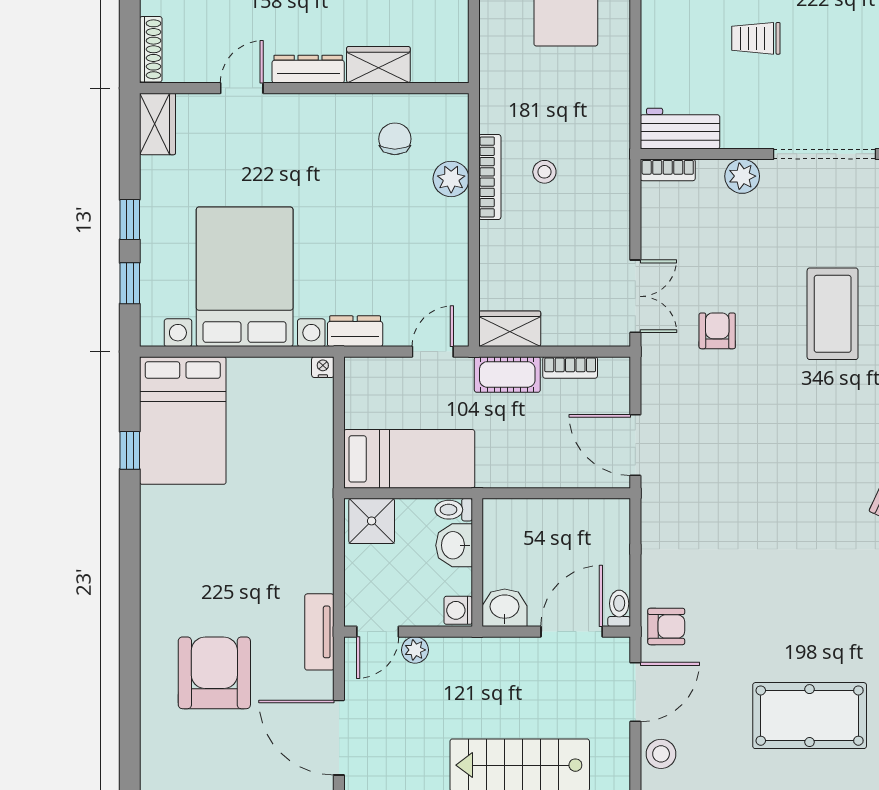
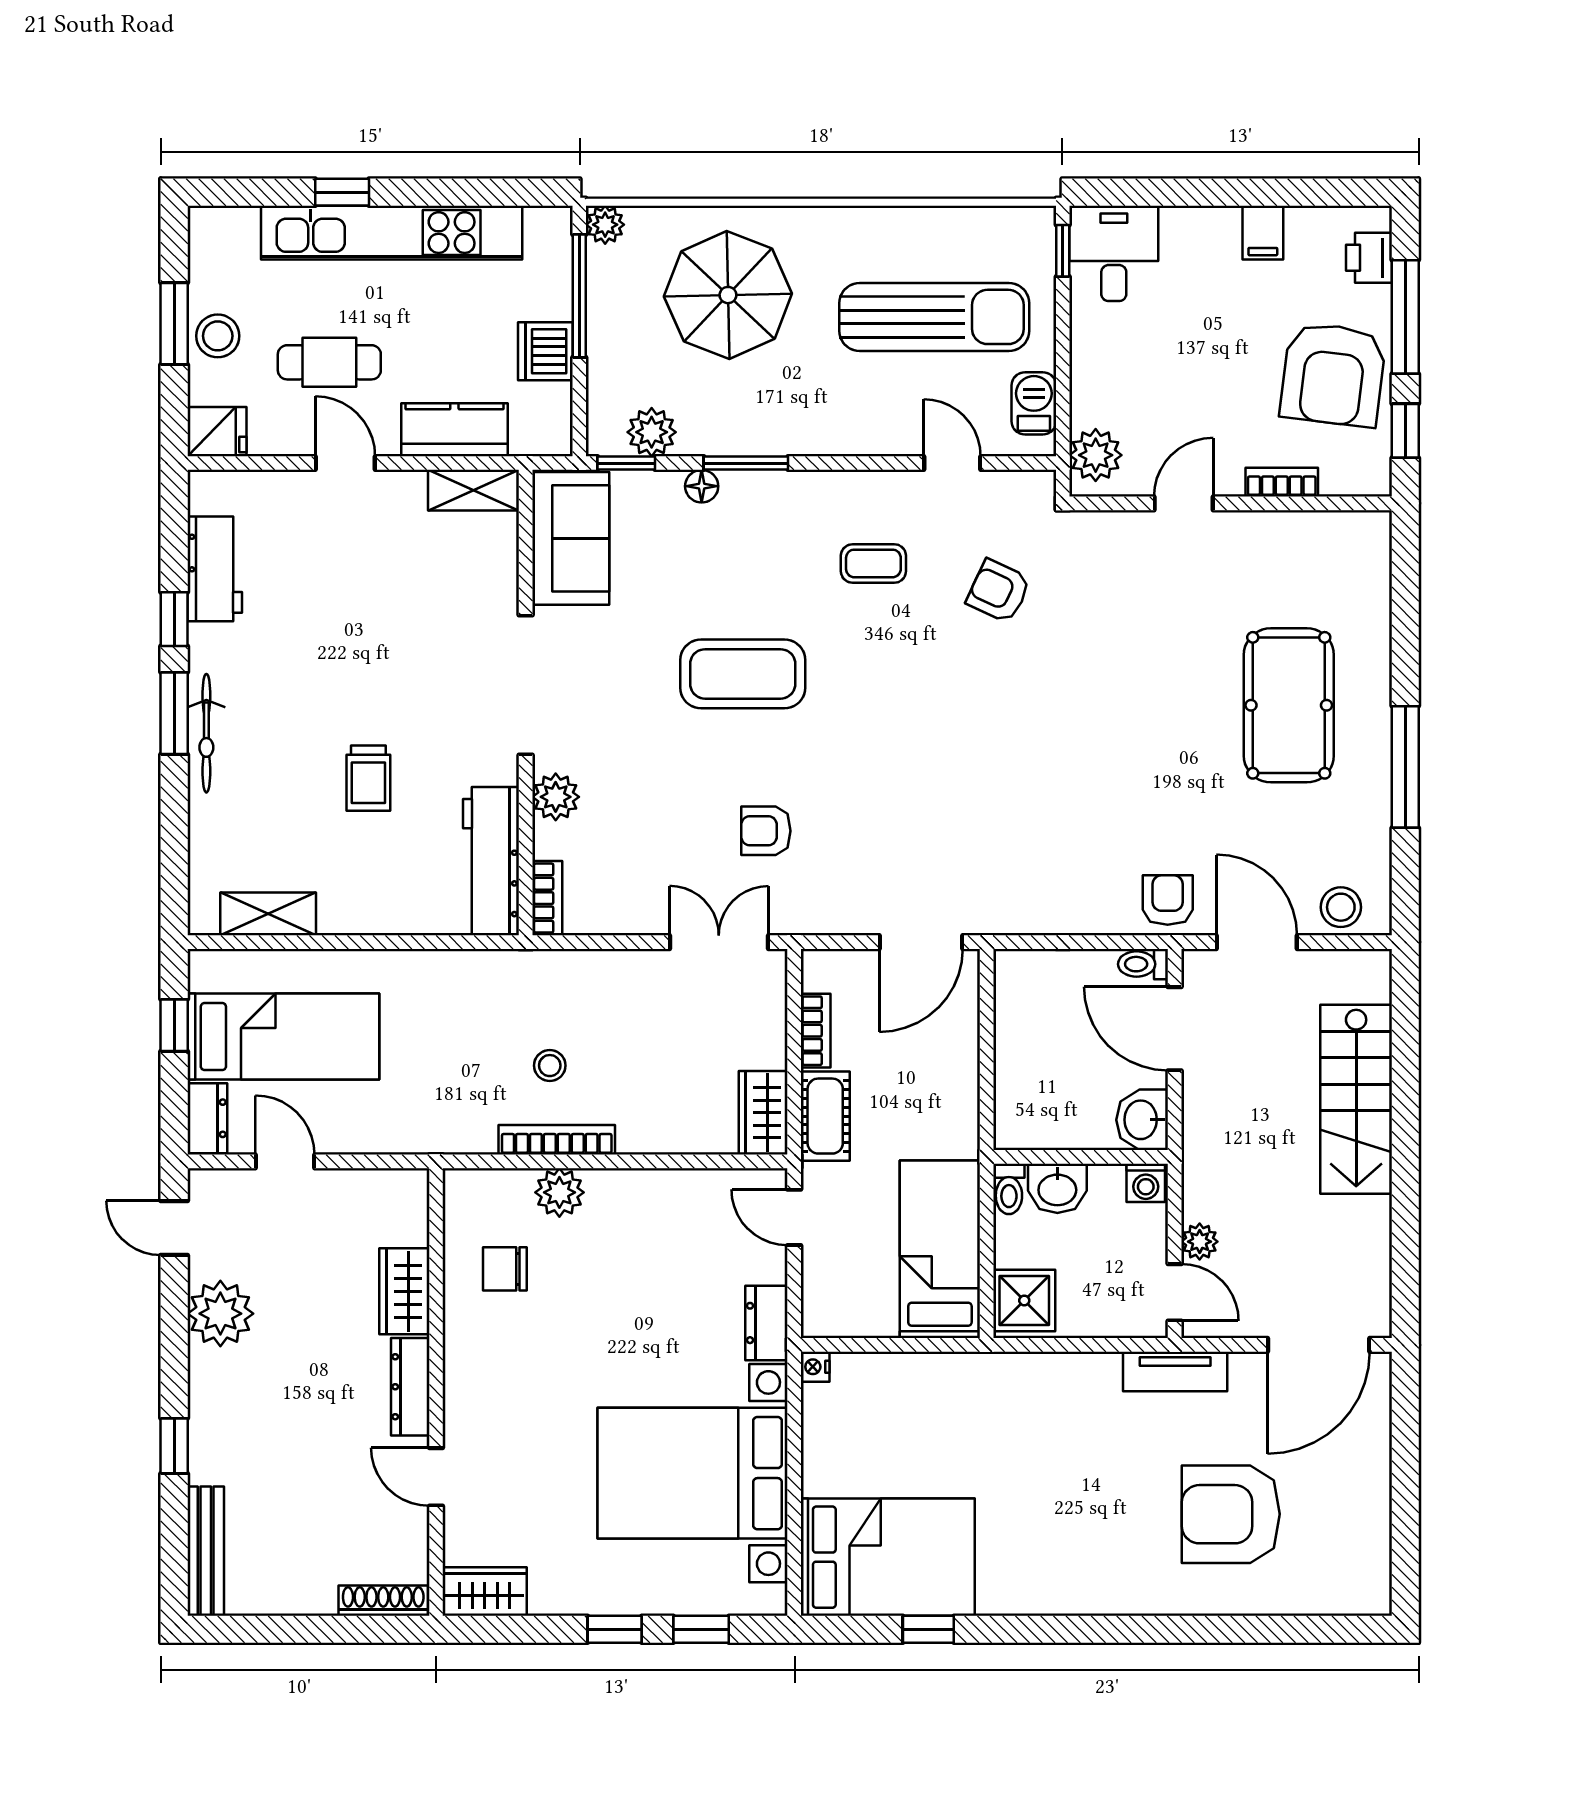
workbench: (680, 129) -> (491, 861), width x1.37

